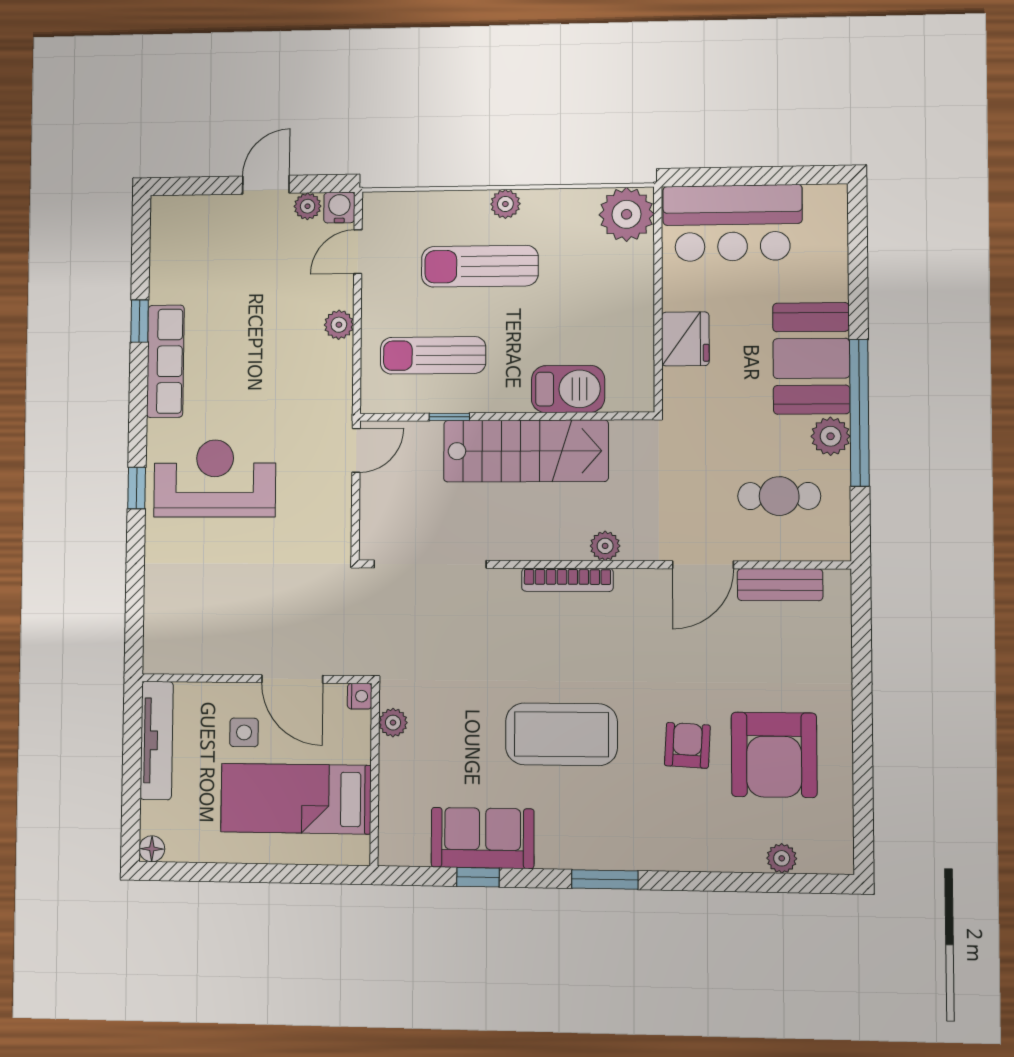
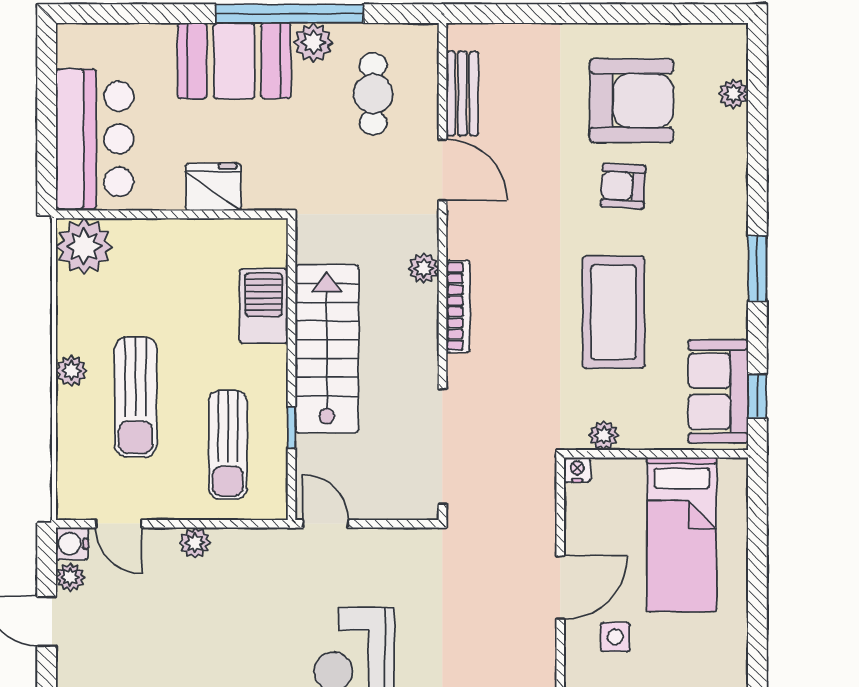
nightstand: (360, 696) -> (577, 470), moved
plant: (393, 723) -> (604, 435), moved
wall: (375, 774) -> (656, 454), moved
bed: (296, 799) -> (682, 535), moved

